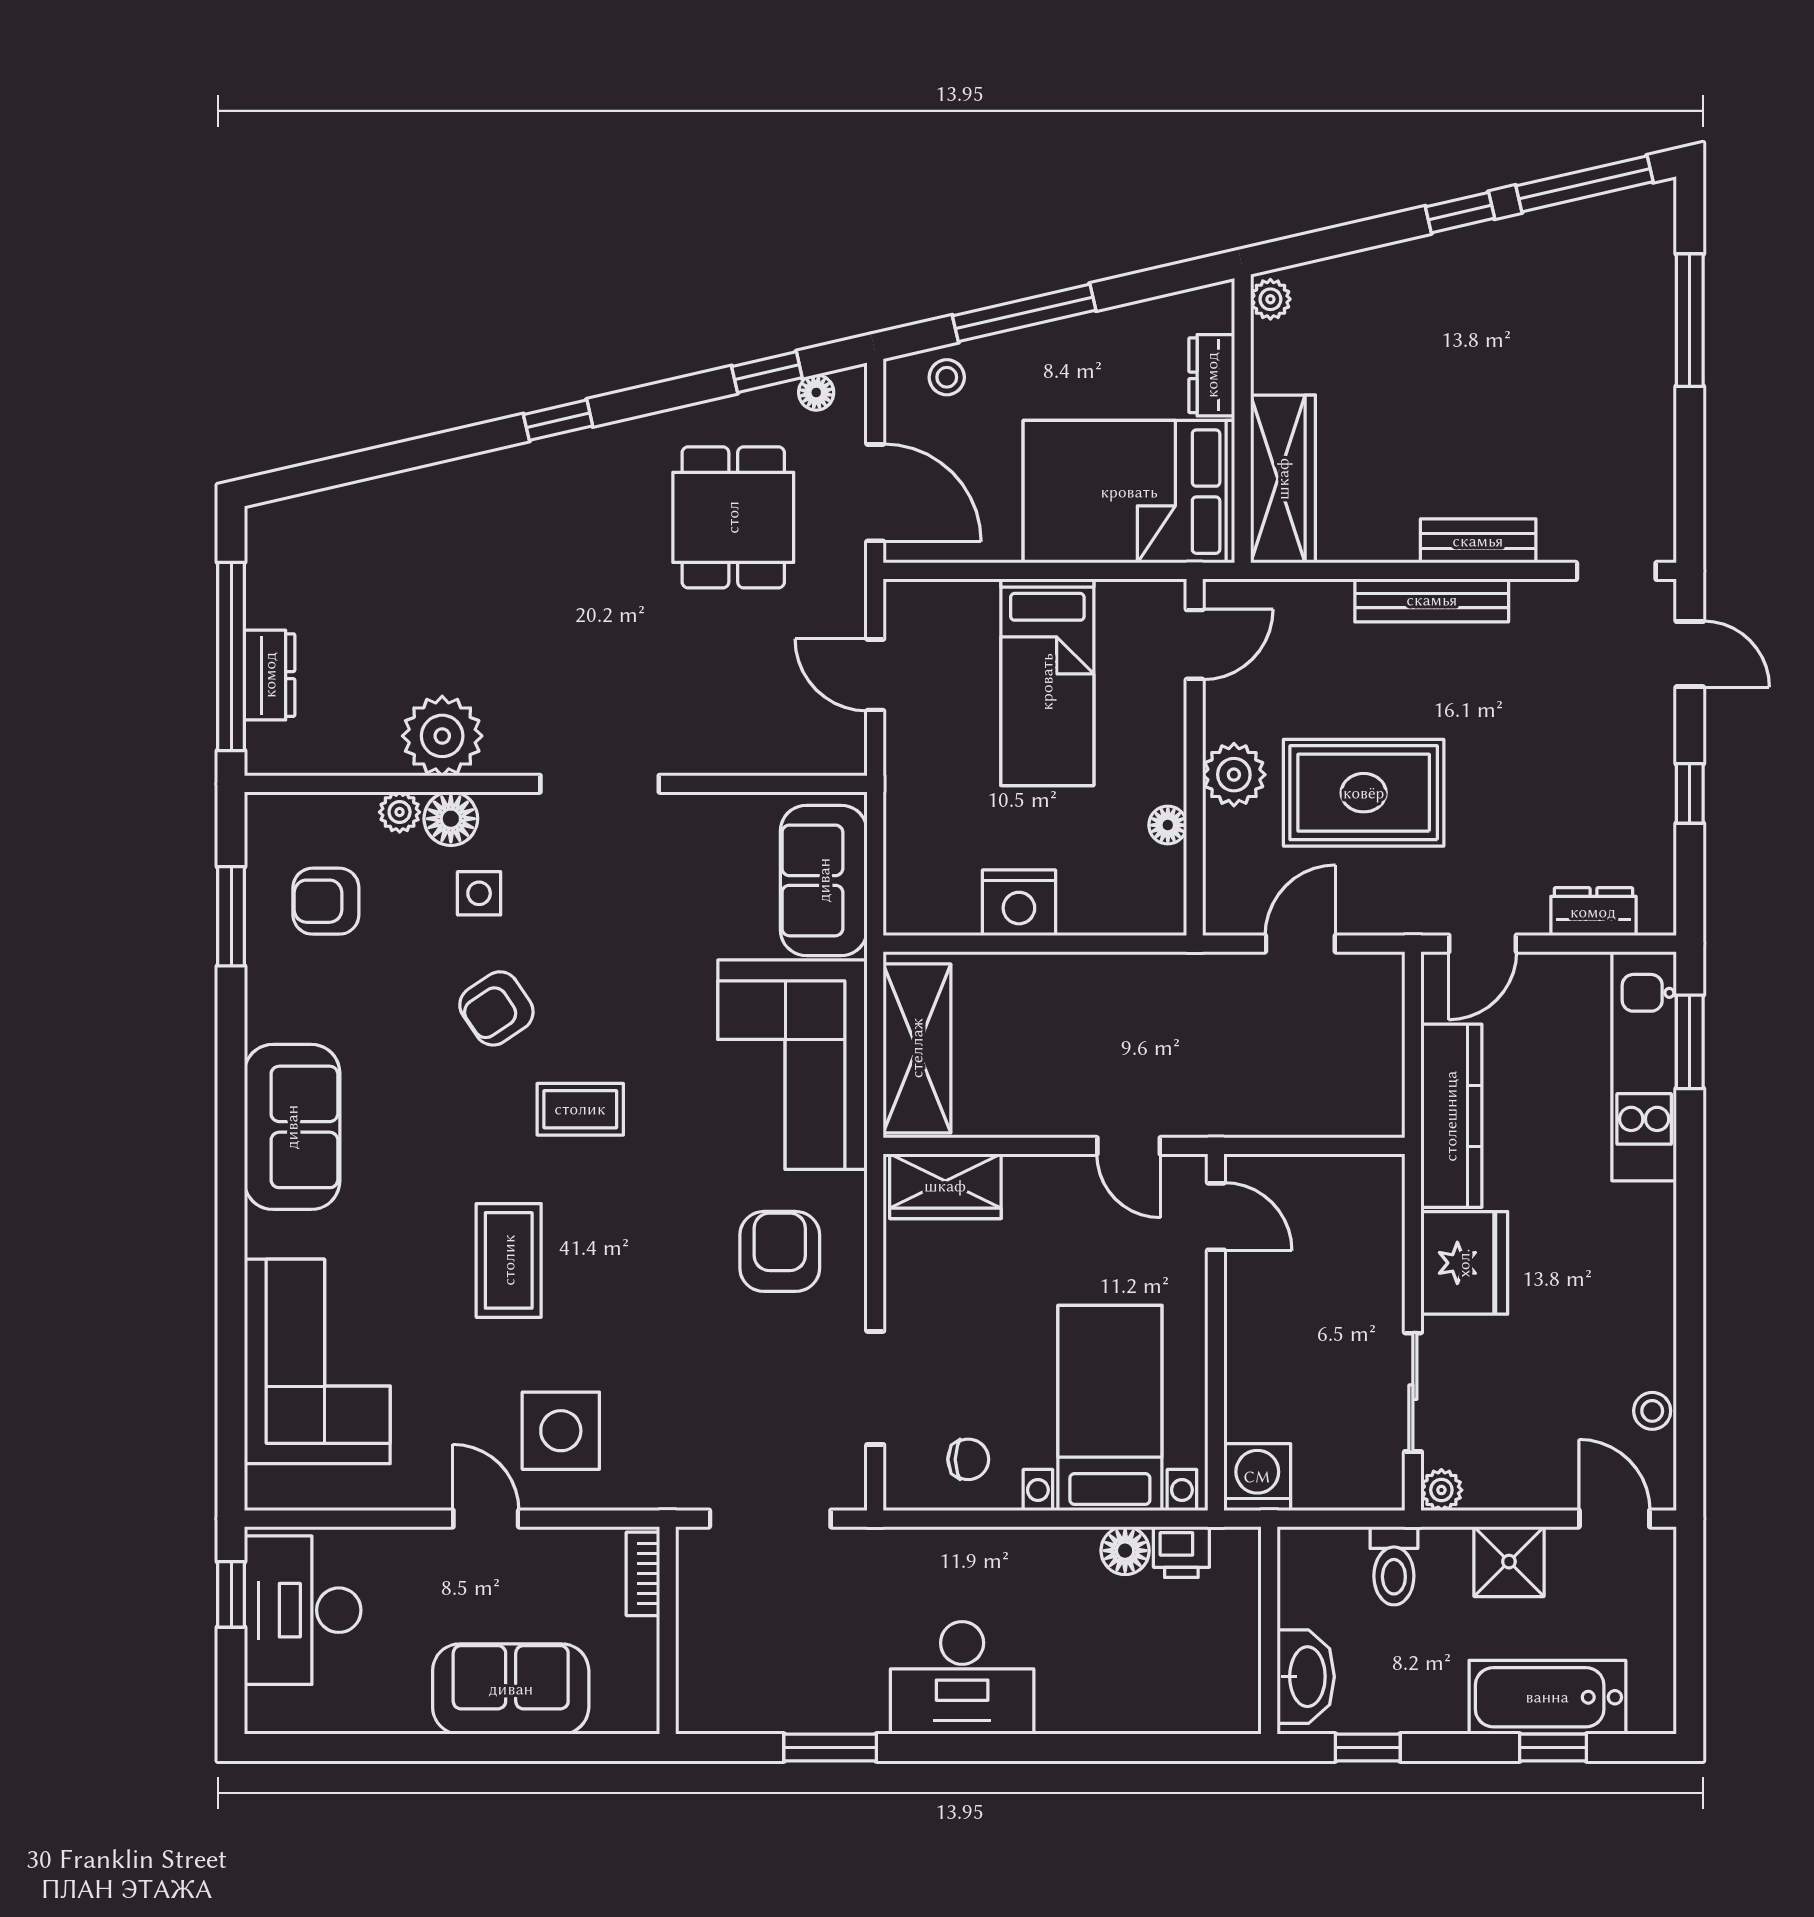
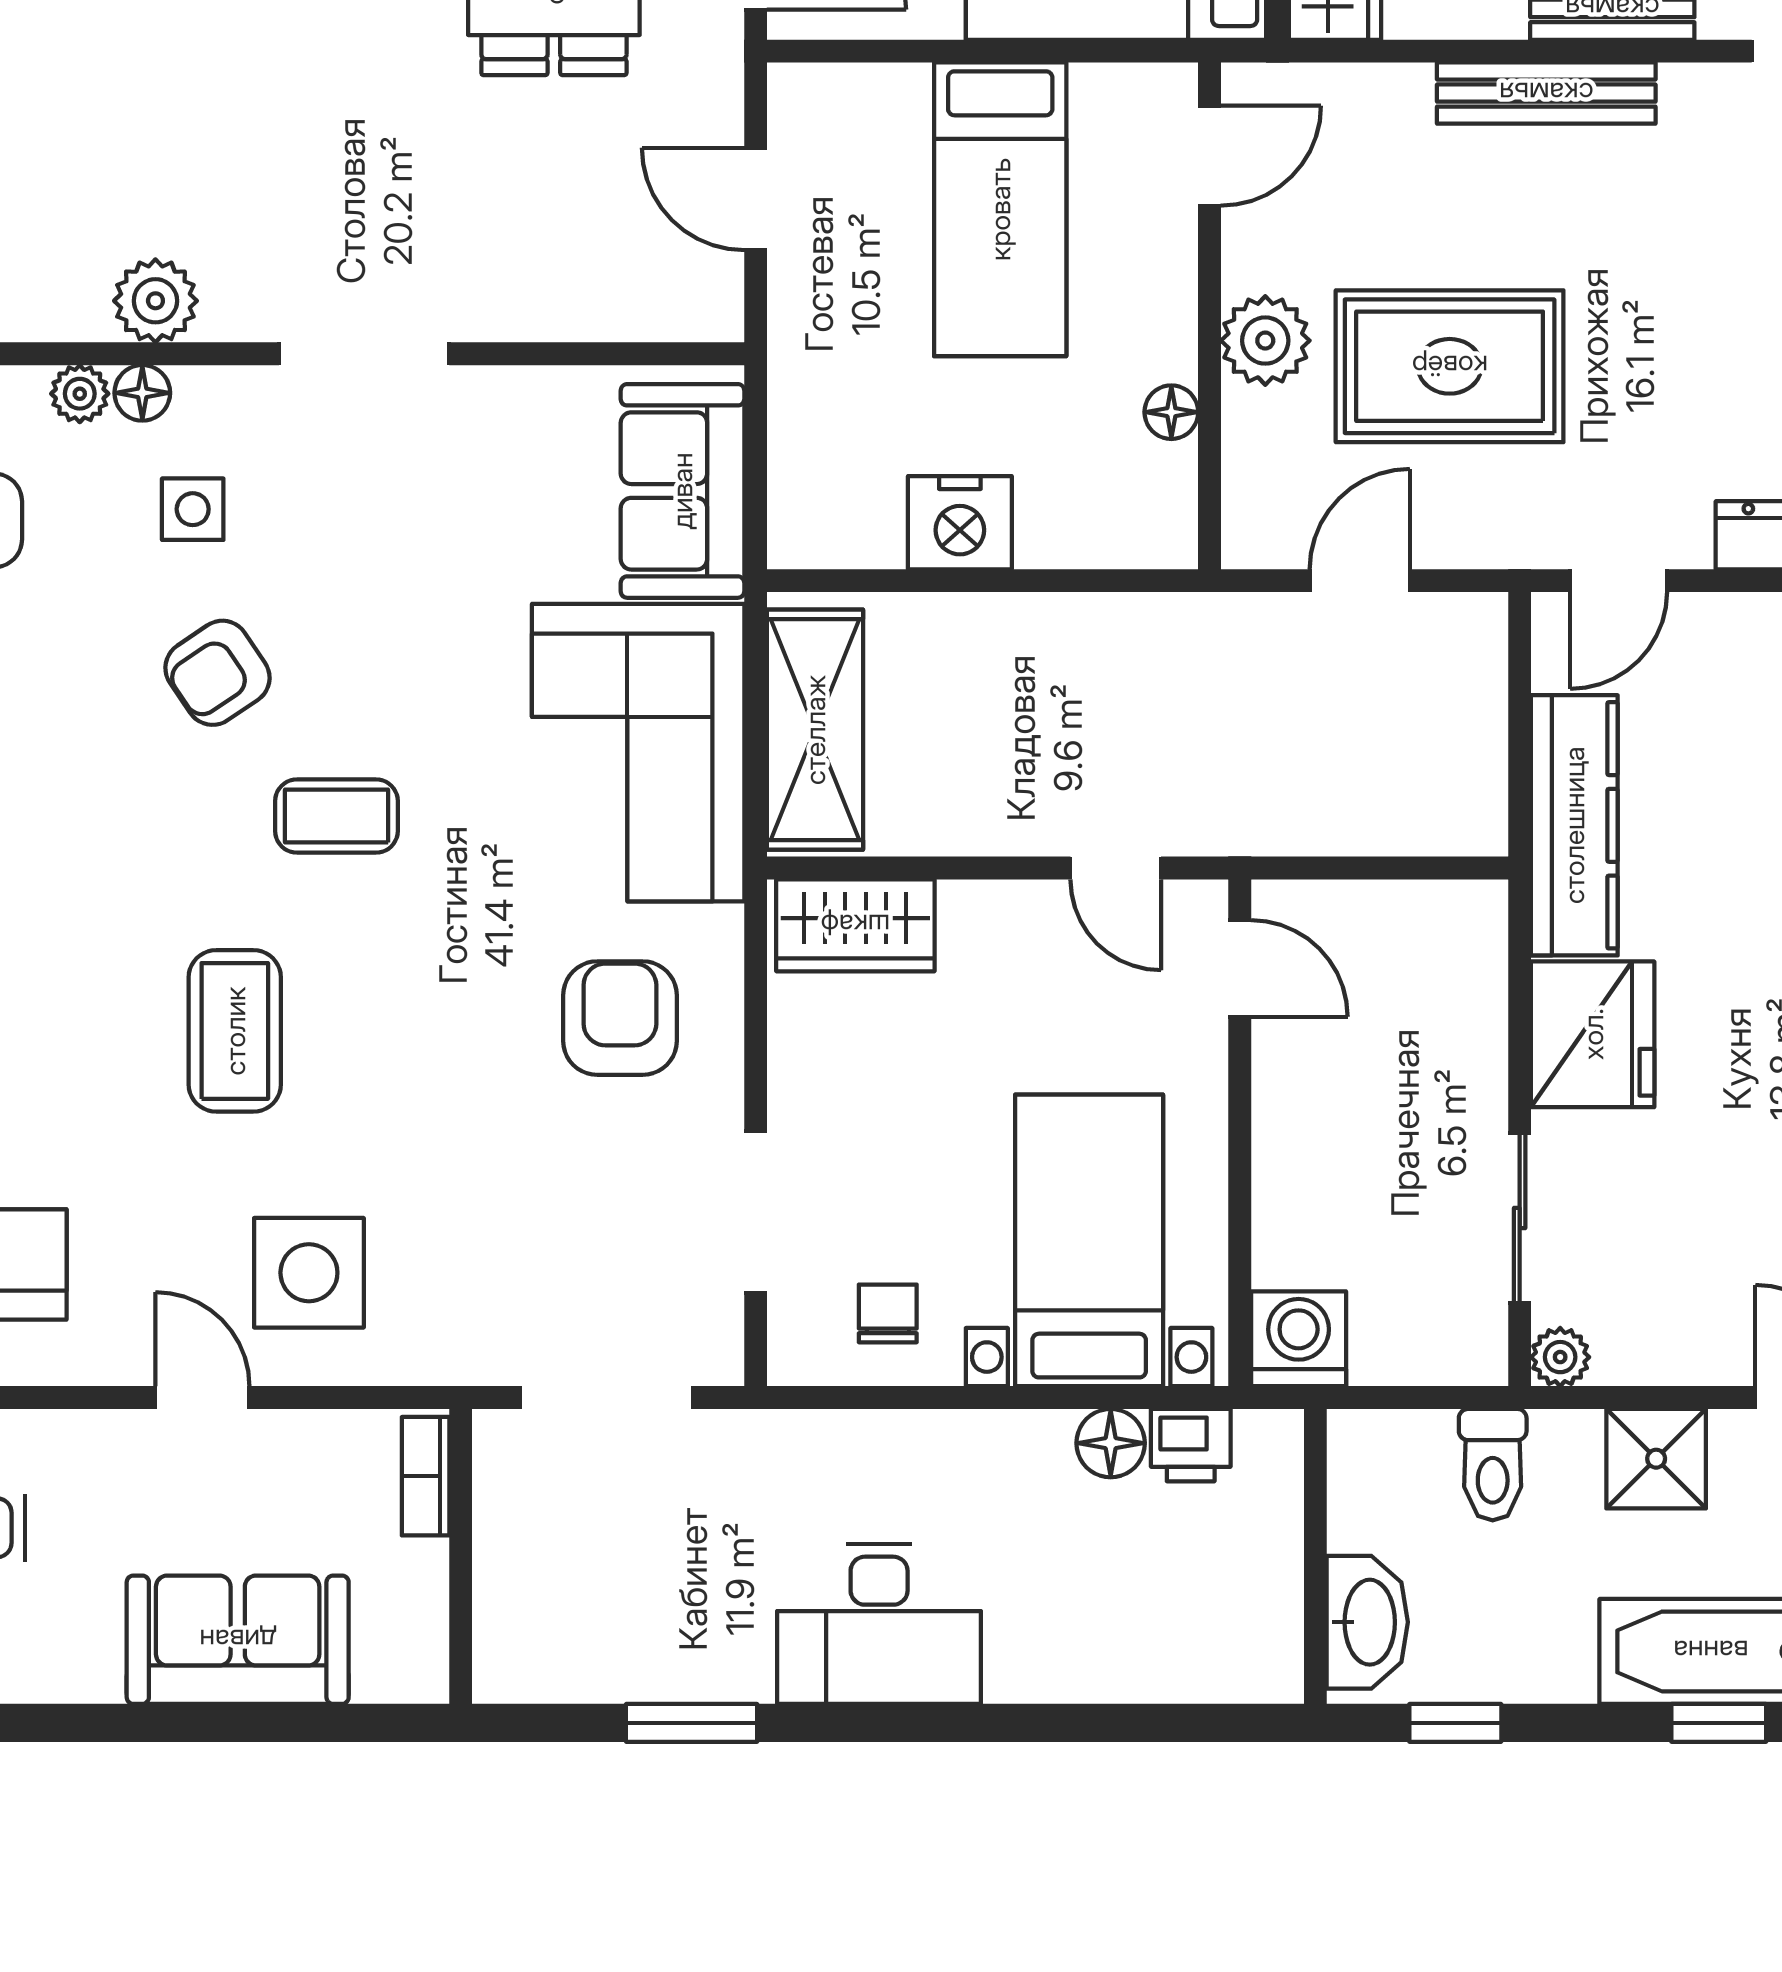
plant: (442, 736) -> (155, 301), width x0.73, depth x0.73
floor lamp: (451, 819) -> (142, 393), width x0.73, depth x0.73
chair: (968, 1459) -> (888, 1313), turned -90

